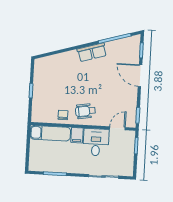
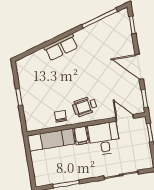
row of seats: (92, 52) -> (61, 47), moved
door: (140, 76) -> (139, 67), moved
door: (117, 128) -> (125, 118), hinge flipped

